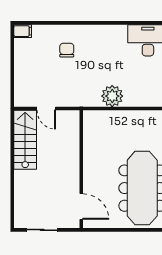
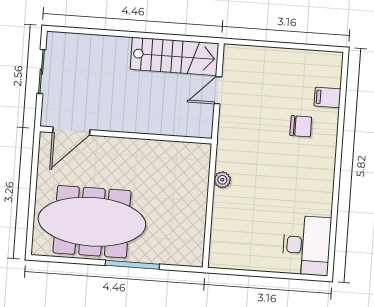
filing cabinet: (23, 31) -> (327, 97), moved, turned 90
plant: (112, 96) -> (222, 180), width x0.53, depth x0.53

